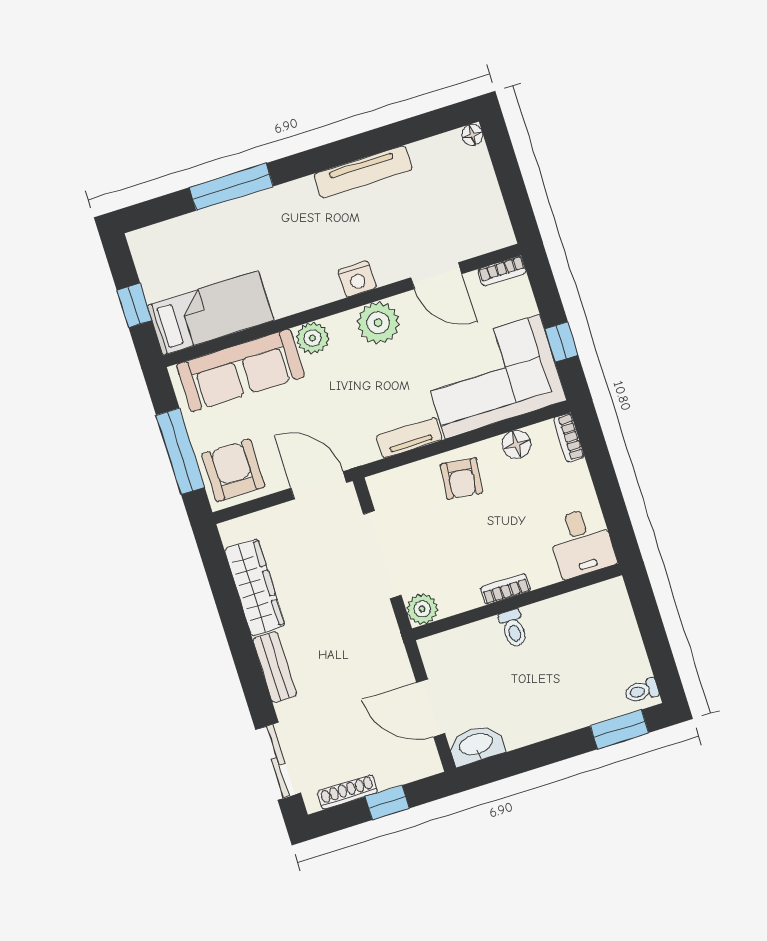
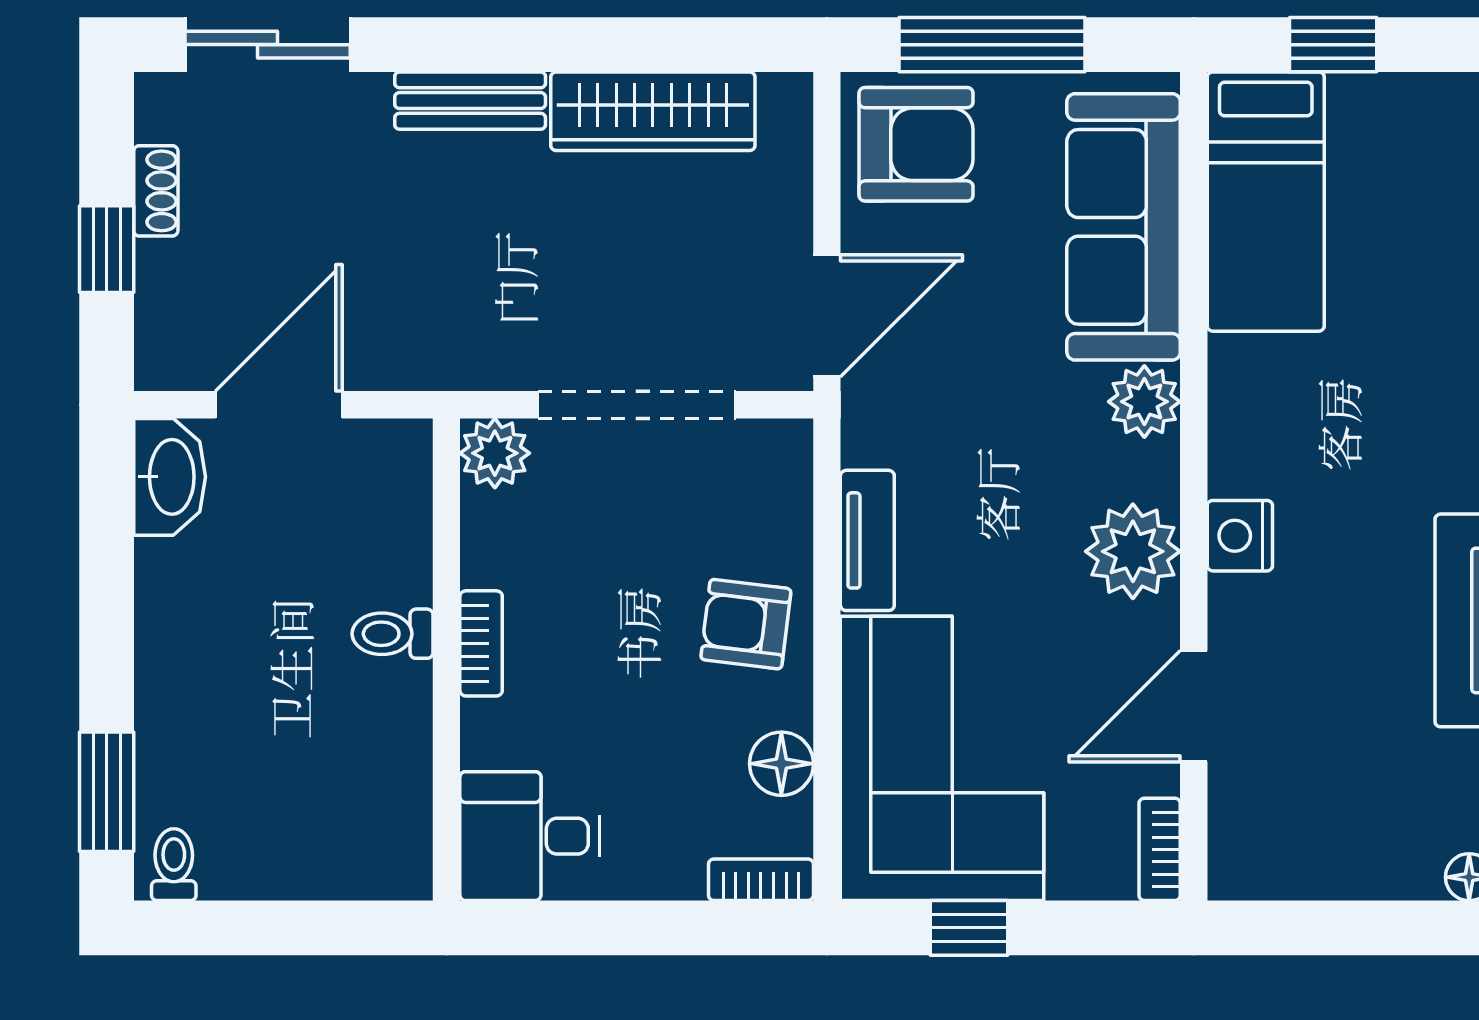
shoe rack: (347, 792) -> (156, 191), width x0.70

